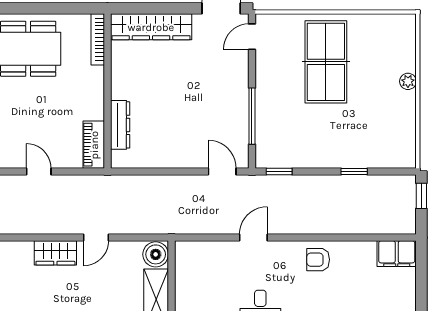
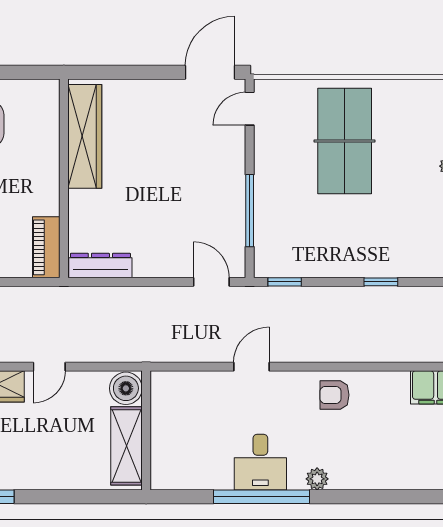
wardrobe: (151, 27) -> (85, 136), moved, turned -90
bookcase: (98, 39) -> (51, 112), removed
dresser: (120, 125) -> (100, 266), moved, turned -90

